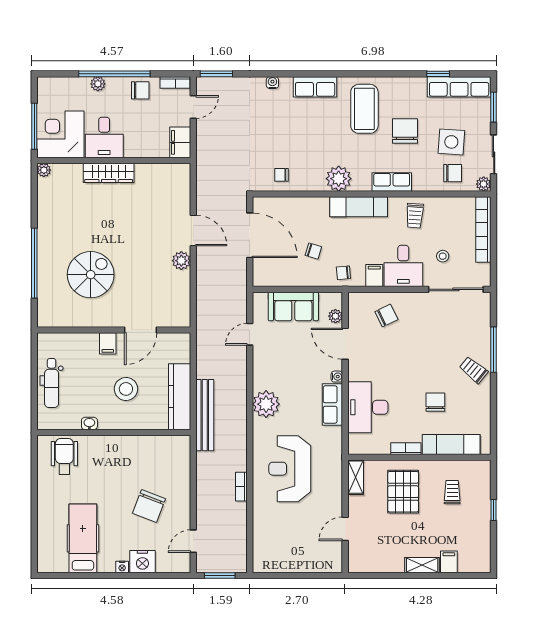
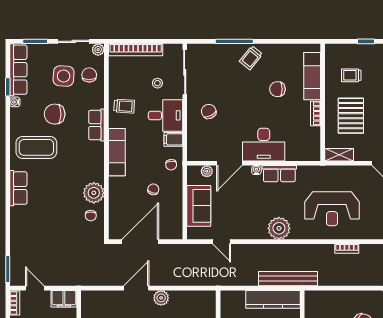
water cooler: (272, 83) -> (15, 102), moved
plant: (339, 179) -> (94, 193), moved
chair: (386, 316) -> (209, 111), moved
desk: (368, 407) -> (264, 145), moved
pallet: (403, 492) -> (351, 116), turned 90

